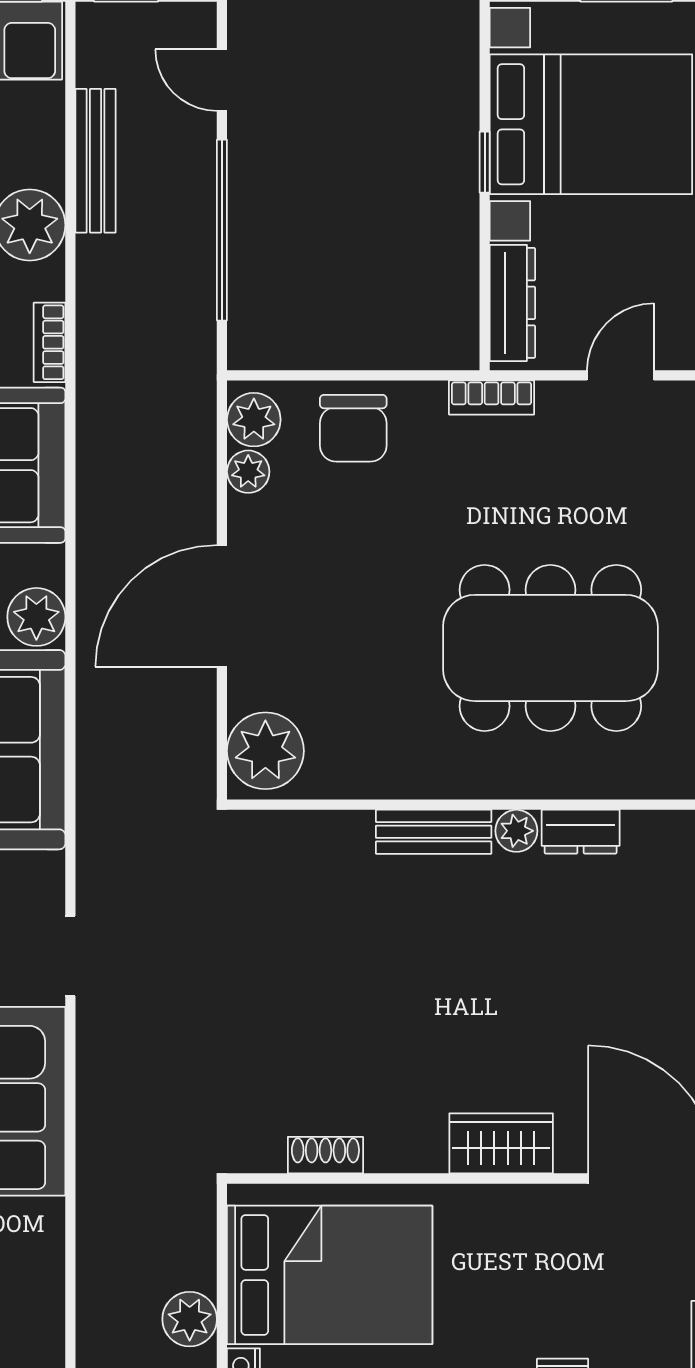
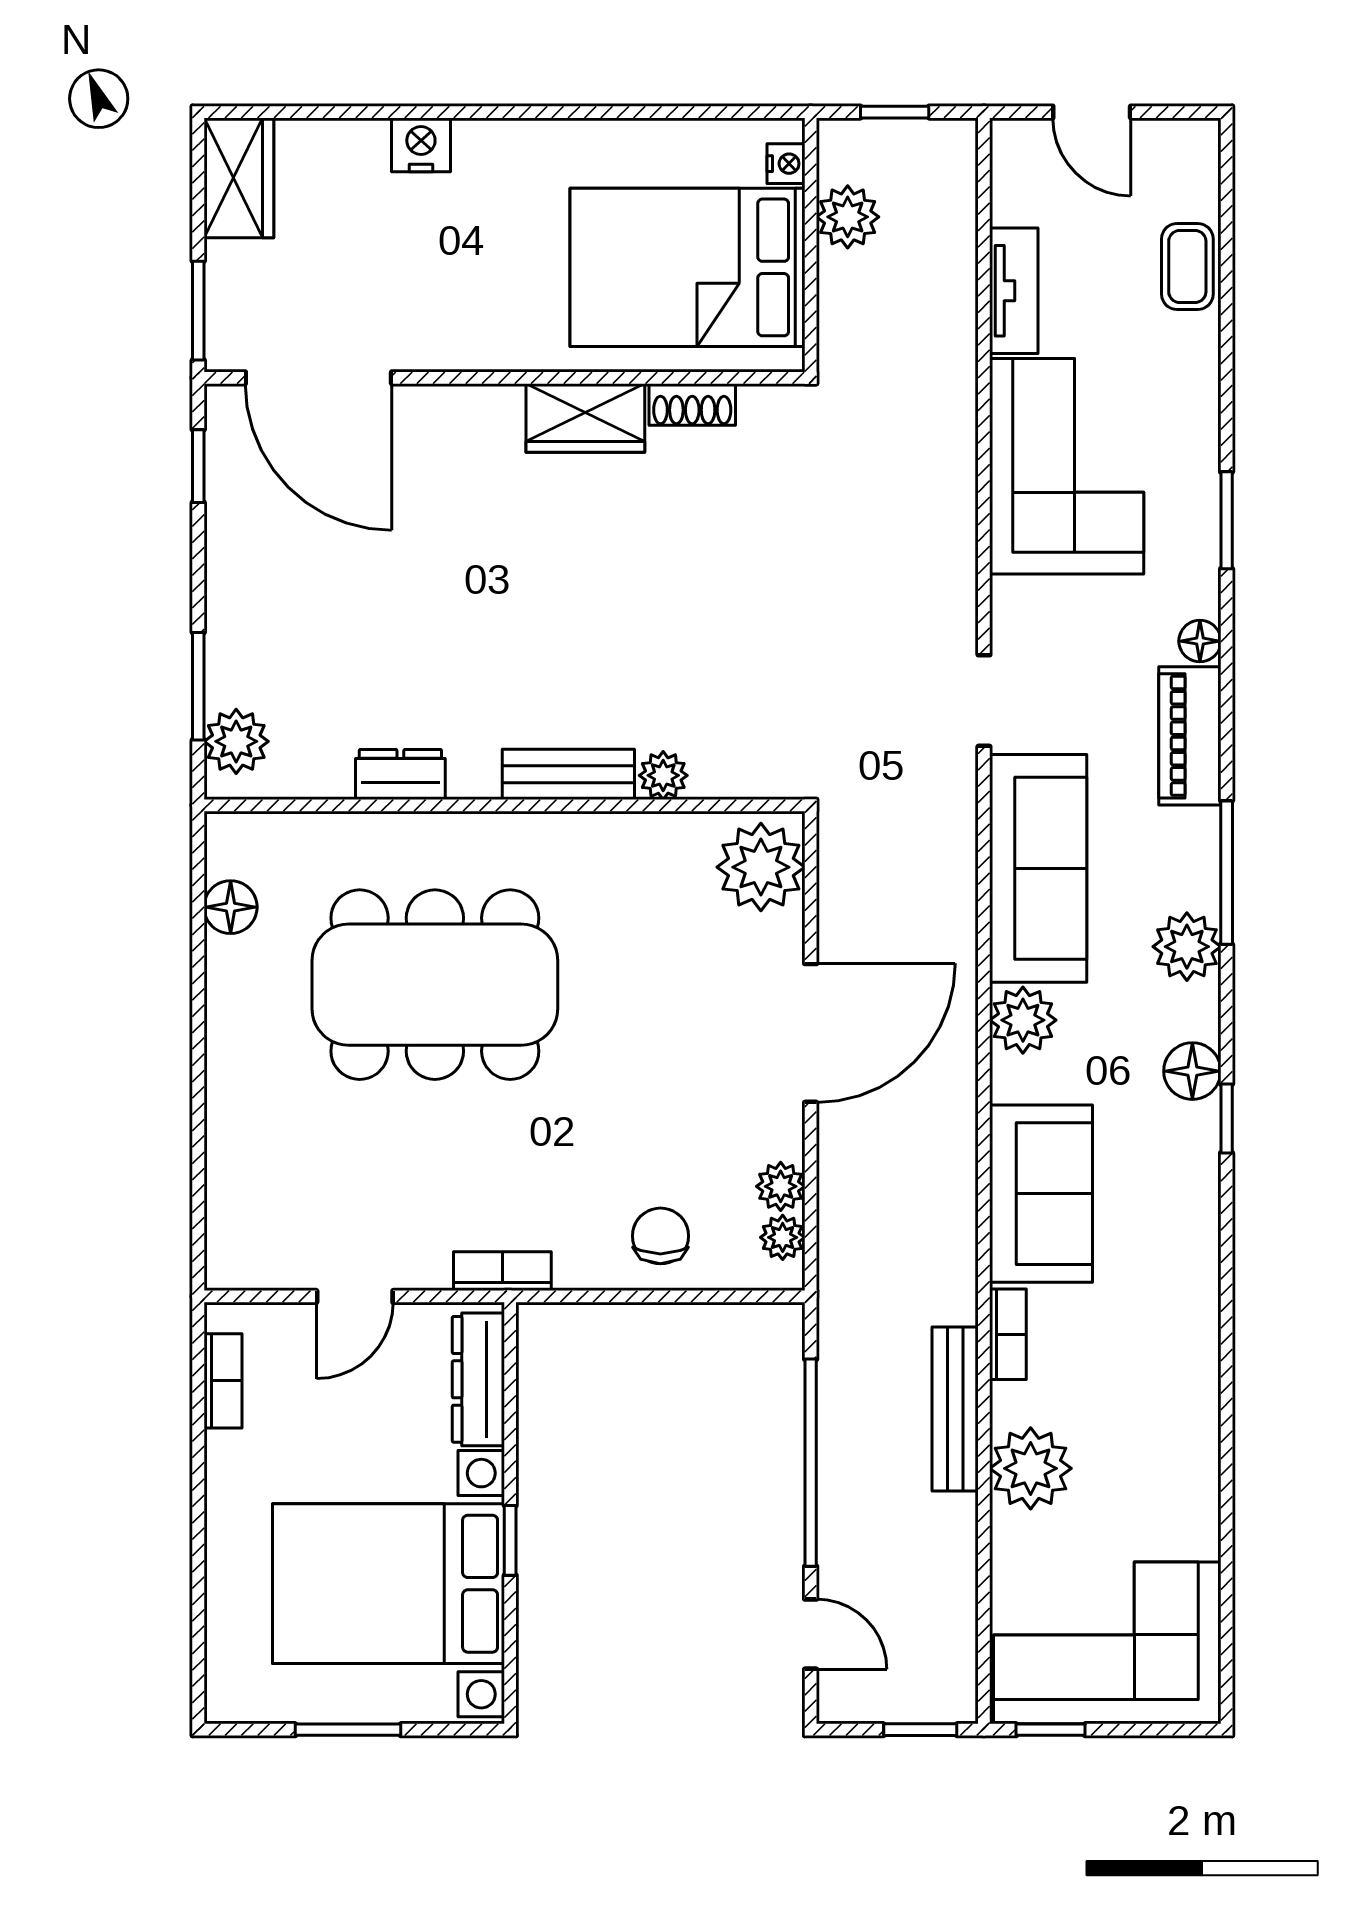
bench: (96, 161) -> (955, 1409), moved
plant: (254, 420) -> (783, 1237), width x0.73, depth x0.73
chair: (353, 428) -> (660, 1236), width x0.73, depth x0.73
plant: (516, 831) -> (663, 775), moved
doorway: (70, 956) -> (984, 701), moved
wardrobe: (501, 1143) -> (585, 418), moved
tv unit: (44, 1255) -> (1014, 291), added

